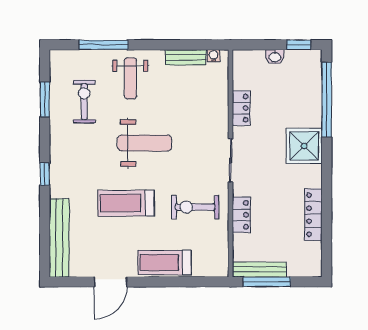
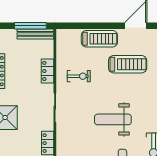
treadmill: (126, 203) -> (128, 64), moved
exercise bike: (195, 207) -> (79, 76), width x0.73, depth x0.72

